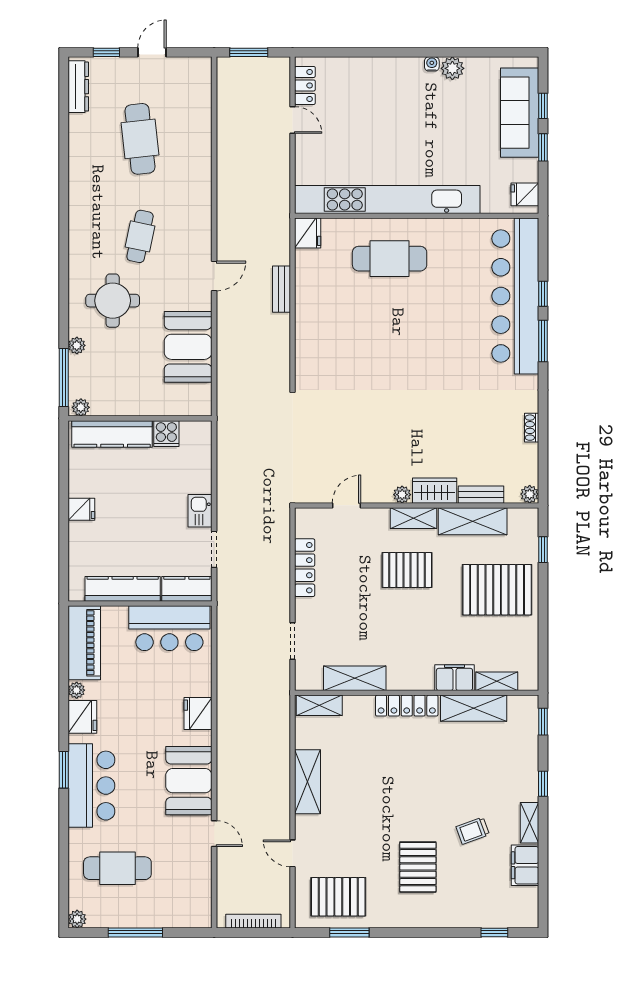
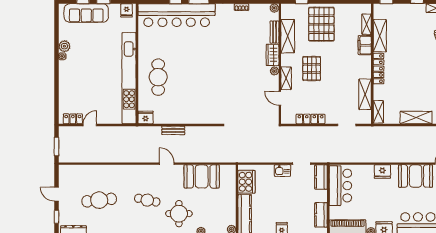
cooker: (166, 434) -> (246, 182), width x1.87, depth x1.31
shelving: (414, 518) -> (286, 78), moved
kitchen counter: (123, 589) -> (321, 215), width x0.67

